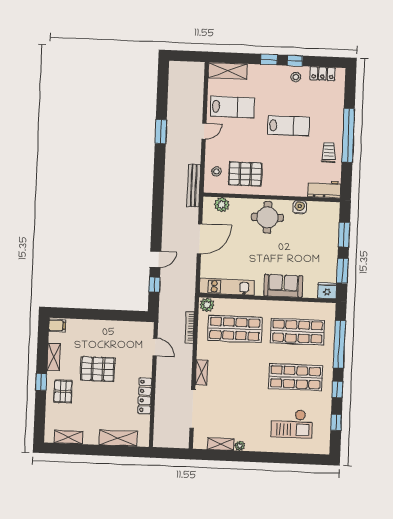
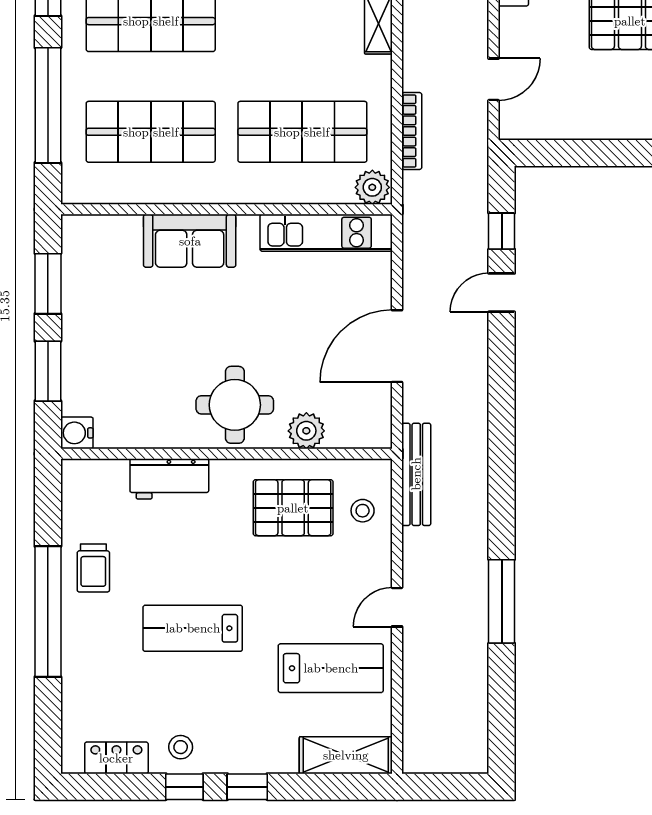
lab bench: (232, 107) -> (331, 668), turned 180
window: (161, 132) -> (502, 601), width x1.44
workbench: (324, 189) -> (169, 479), moved
plant: (222, 205) -> (306, 431), moved
water cooler: (300, 207) -> (77, 433), moved, turned 90
fridge: (327, 291) -> (83, 233), removed
door: (155, 347) -> (494, 79), swing flipped

